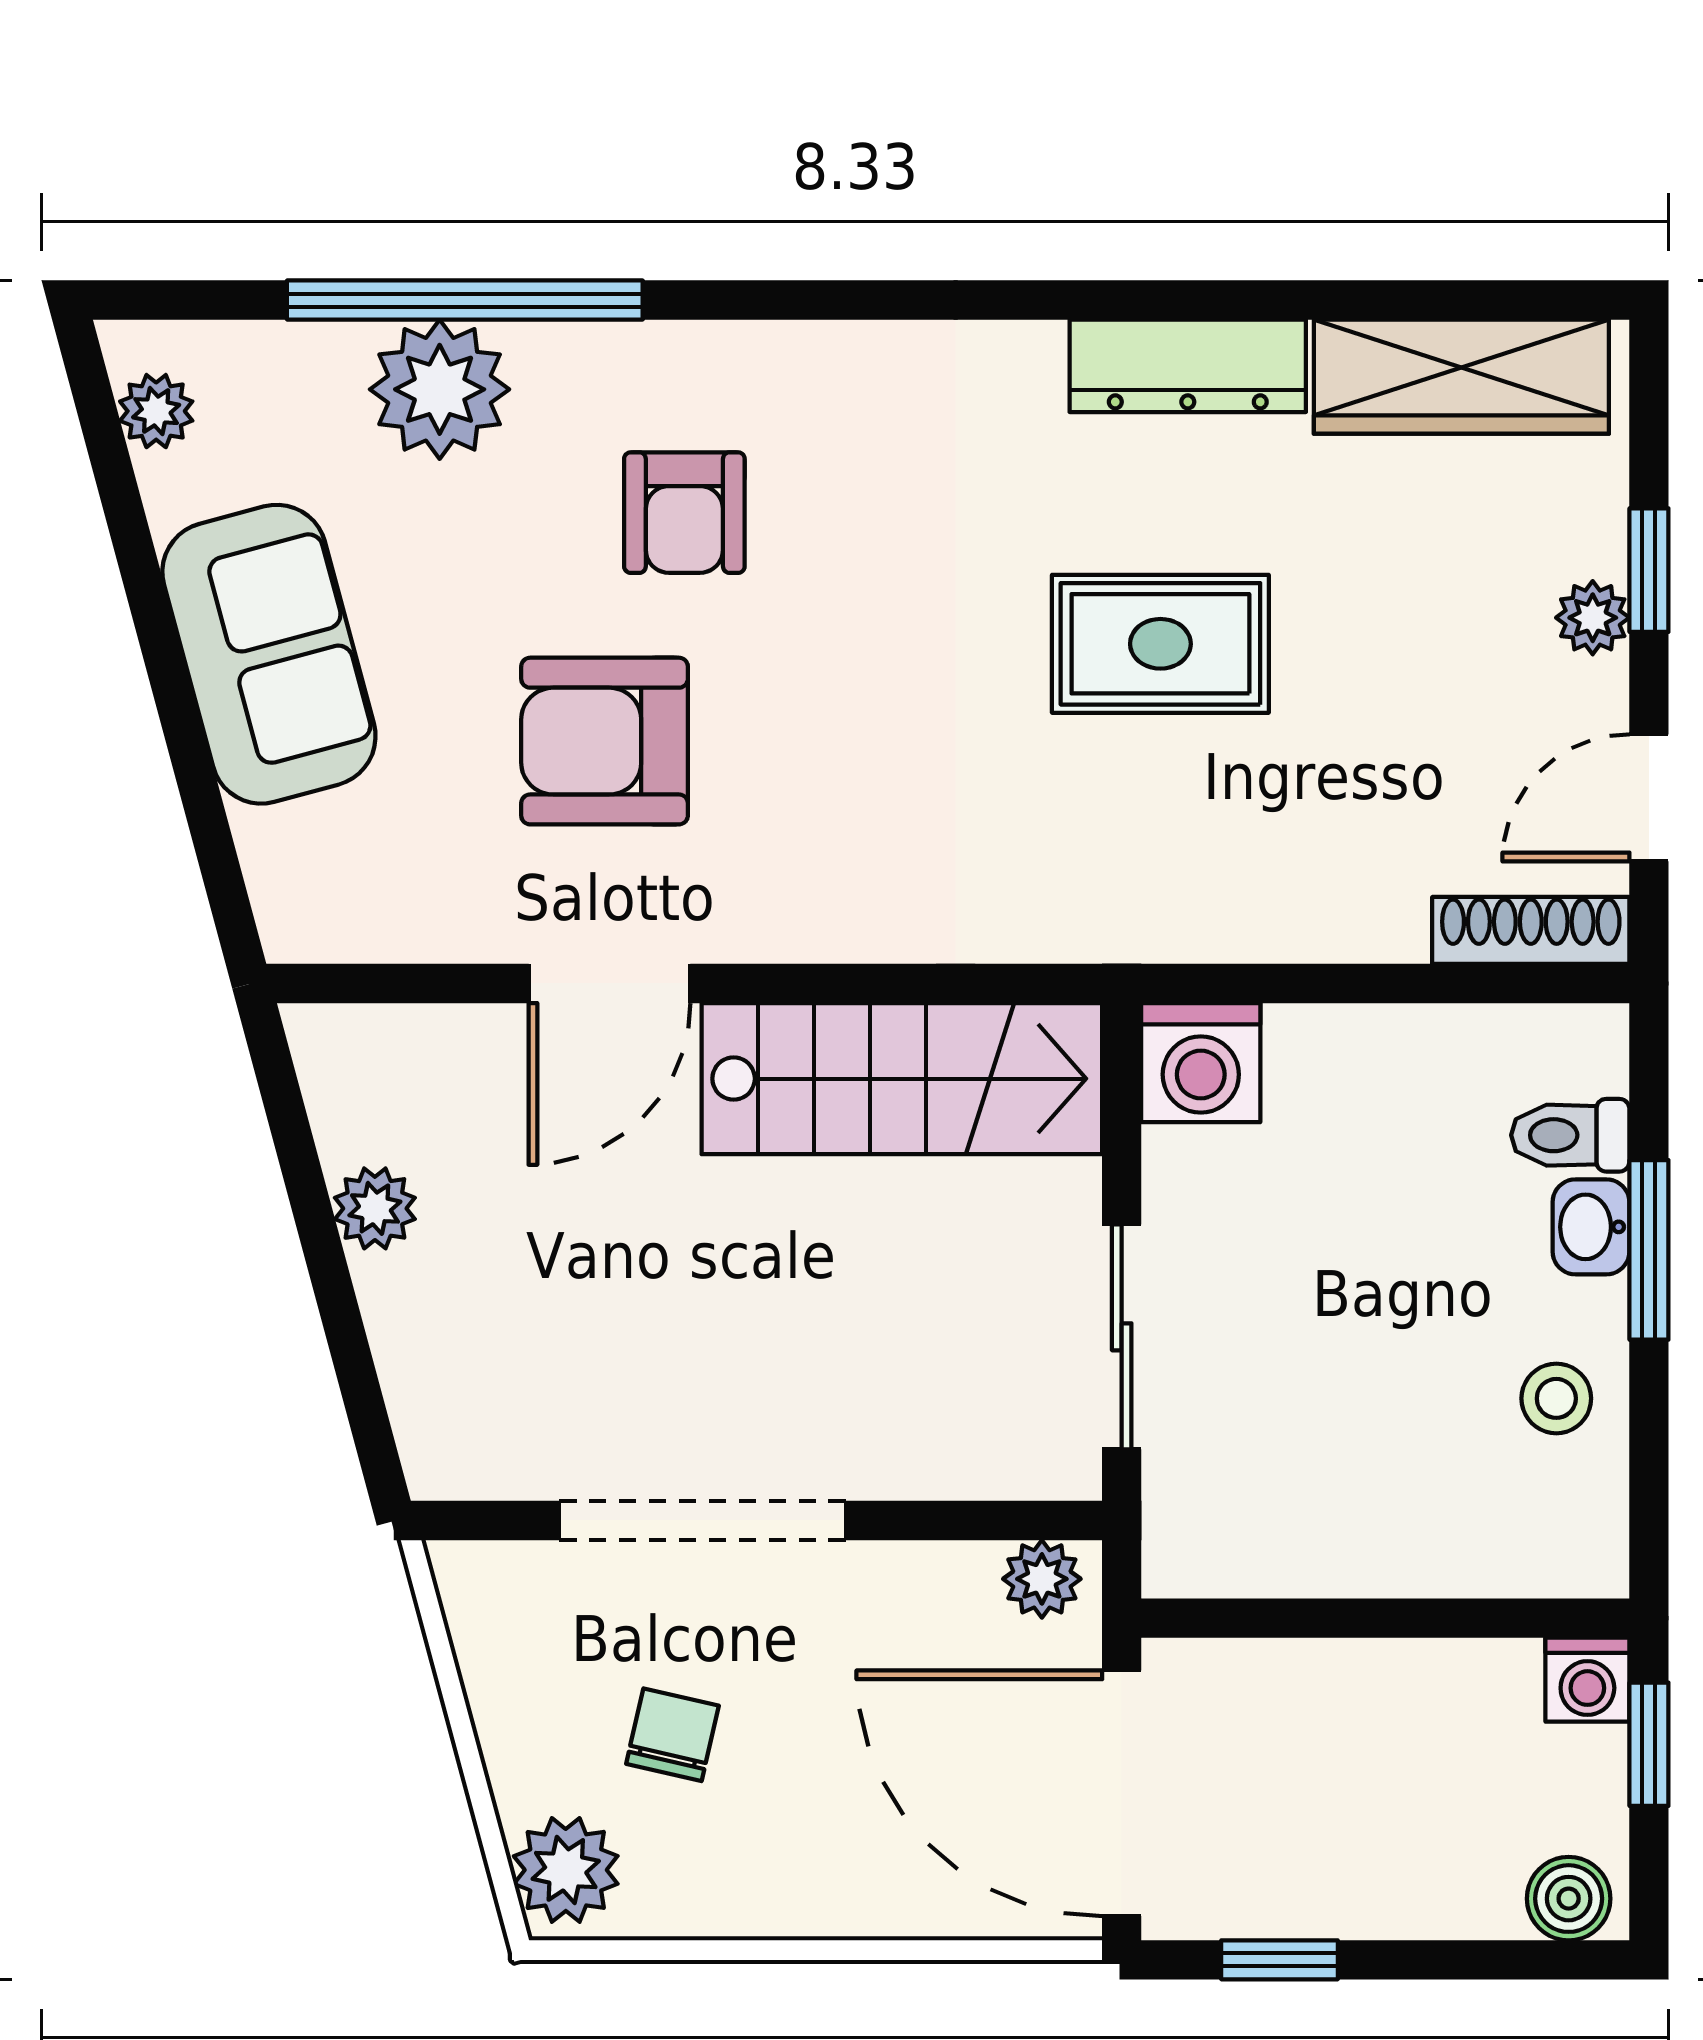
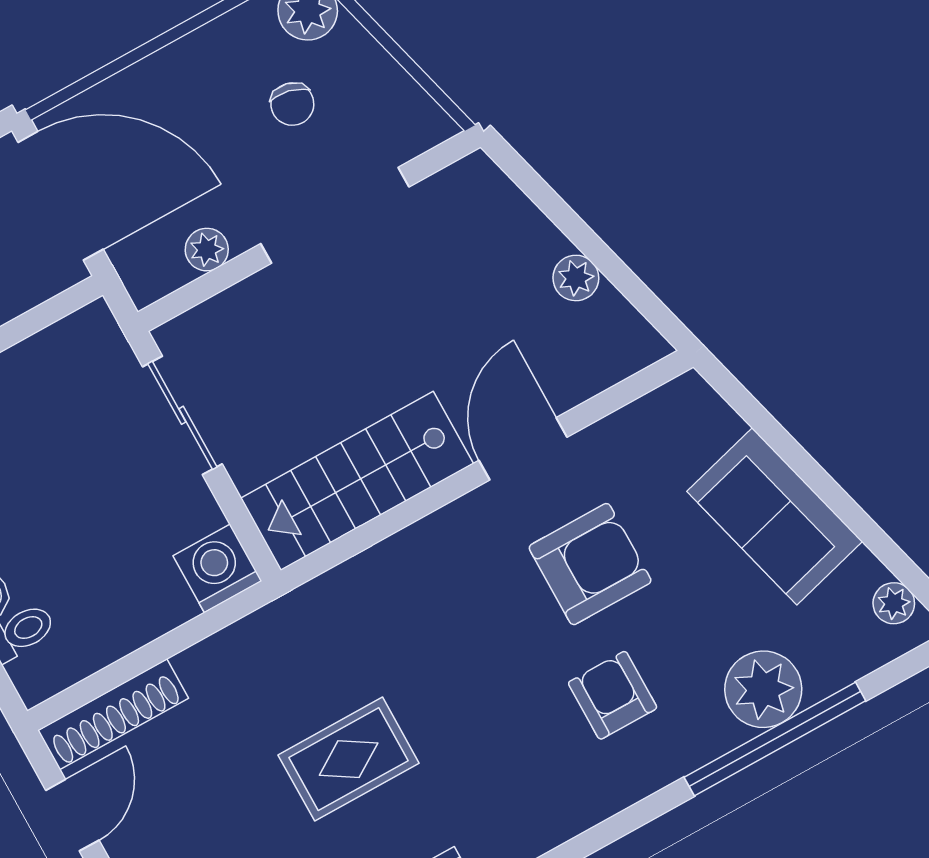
shoe rack: (1531, 930) -> (113, 714), width x1.36, depth x1.24
plant: (1042, 1579) -> (207, 250), moved

